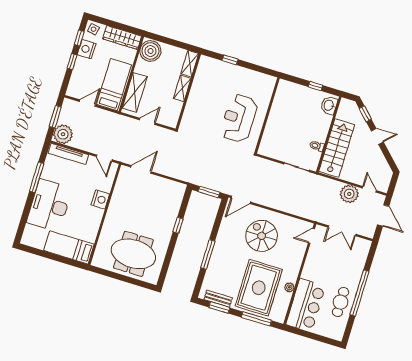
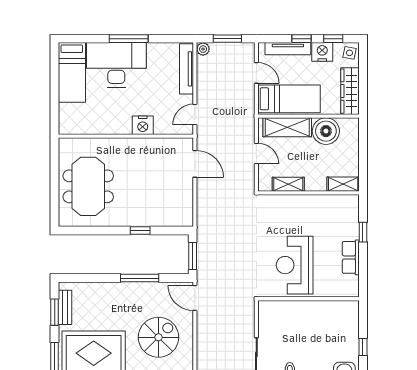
boiler: (150, 51) -> (326, 131), moved
tv unit: (76, 74) -> (288, 49), added
row of seats: (246, 75) -> (351, 257), added
shelving: (182, 88) -> (288, 184), moved
reception desk: (239, 118) -> (295, 265), turned -90
plant: (63, 134) -> (203, 49), width x0.53, depth x0.53
window: (37, 177) -> (129, 39), moved
bed: (69, 247) -> (72, 72), moved, turned 180
window: (208, 254) -> (140, 278), moved

